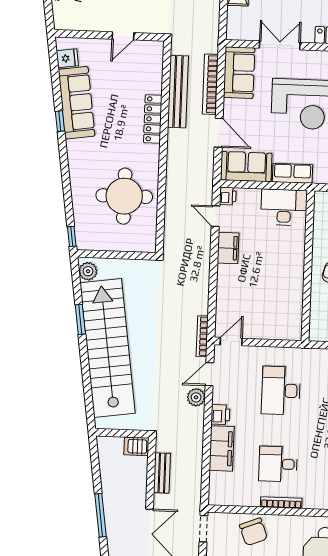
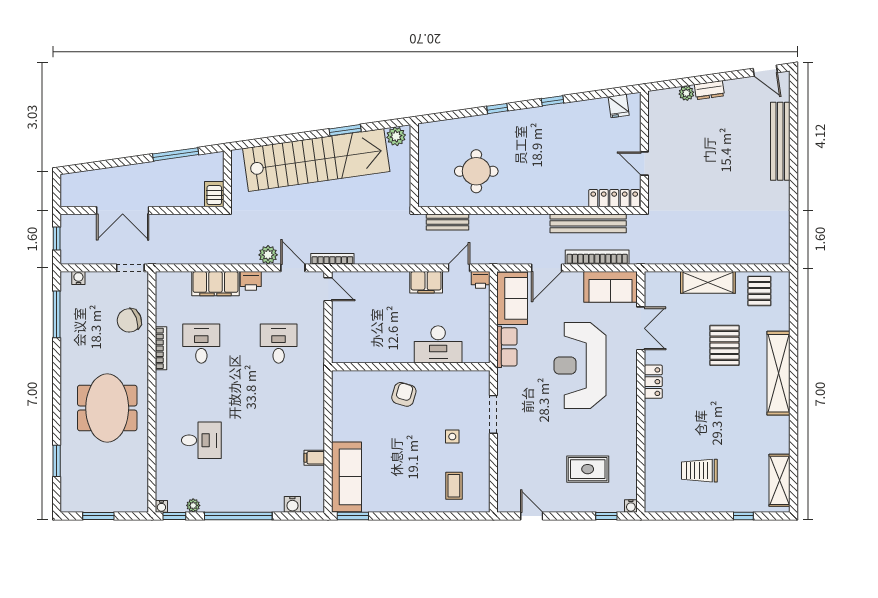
sofa: (77, 103) -> (572, 117), removed
locker: (153, 119) -> (614, 198), moved
round table: (124, 196) -> (476, 171), width x0.73, depth x0.73
desk: (284, 207) -> (438, 344), moved, turned 90
window: (72, 236) -> (497, 109), moved
desk: (281, 391) -> (279, 344), width x0.73
bench: (162, 473) -> (447, 222), moved
window: (101, 515) -> (176, 154), moved

